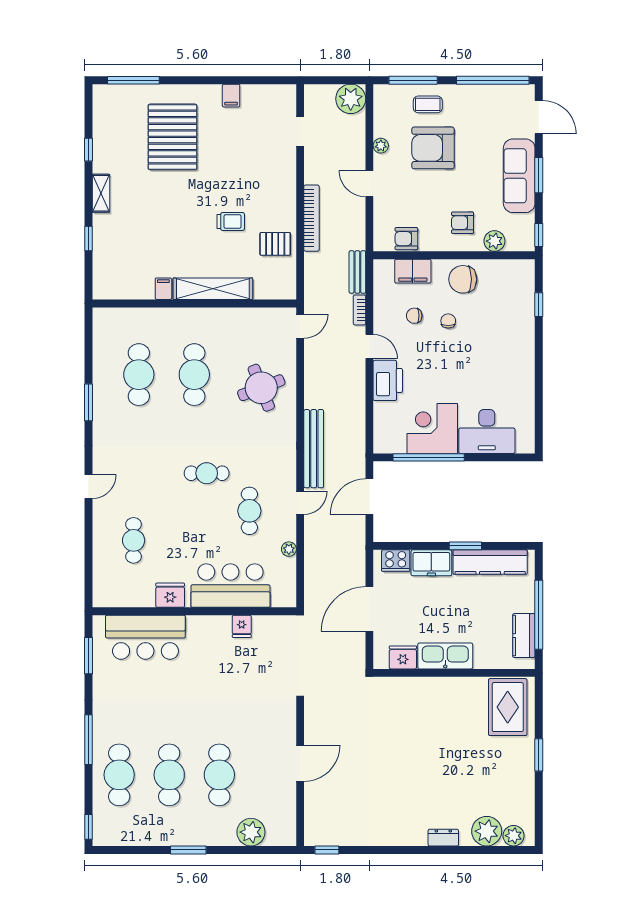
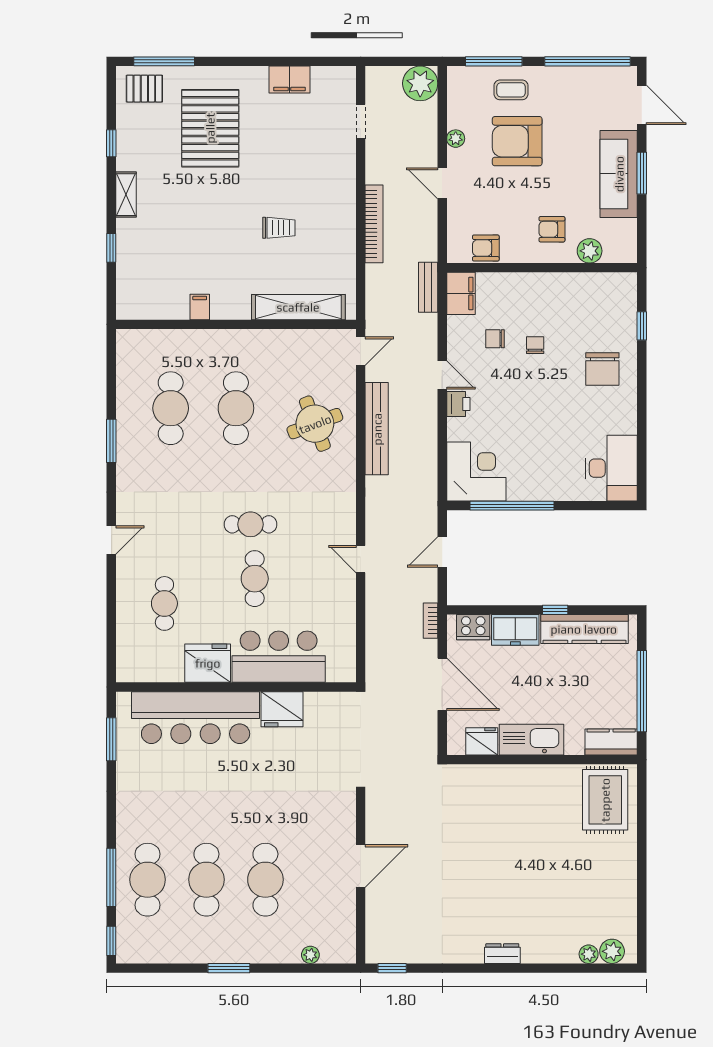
filing cabinet: (231, 96) -> (289, 79), width x2.00
window: (539, 235) -> (642, 244), removed
pallet: (275, 244) -> (144, 89), moved
filing cabinet: (413, 271) -> (461, 293), moved, turned -90
chair: (463, 279) -> (602, 369), moved, turned -90
shelving: (213, 289) -> (298, 307), moved
bookcase: (359, 310) -> (431, 621), moved
printer: (388, 380) -> (458, 404), width x0.53, depth x0.68
corner desk: (432, 428) -> (476, 472), moved, turned 90
desk: (487, 431) -> (611, 468), moved, turned -90
bench: (314, 449) -> (377, 429), moved
door: (369, 497) -> (442, 552), width x0.73
door: (300, 503) -> (361, 559), swing flipped
cafe table: (249, 511) -> (255, 579), moved
window: (465, 546) -> (555, 610), width x0.67
plant: (289, 549) -> (347, 614), removed
fridge: (170, 595) -> (208, 663), width x1.36, depth x1.34
door: (369, 609) -> (442, 684), swing flipped
fridge: (242, 626) -> (282, 709), width x1.88, depth x1.34
kitchen counter: (524, 636) -> (611, 742), moved, turned 90
bar counter: (145, 637) -> (196, 718), width x1.36
window: (88, 740) -> (111, 877), moved
window: (539, 755) -> (642, 856), removed
plant: (487, 831) -> (589, 954), width x0.53, depth x0.53
plant: (251, 832) -> (310, 955), width x0.53, depth x0.53
dresser: (443, 838) -> (502, 954), moved

